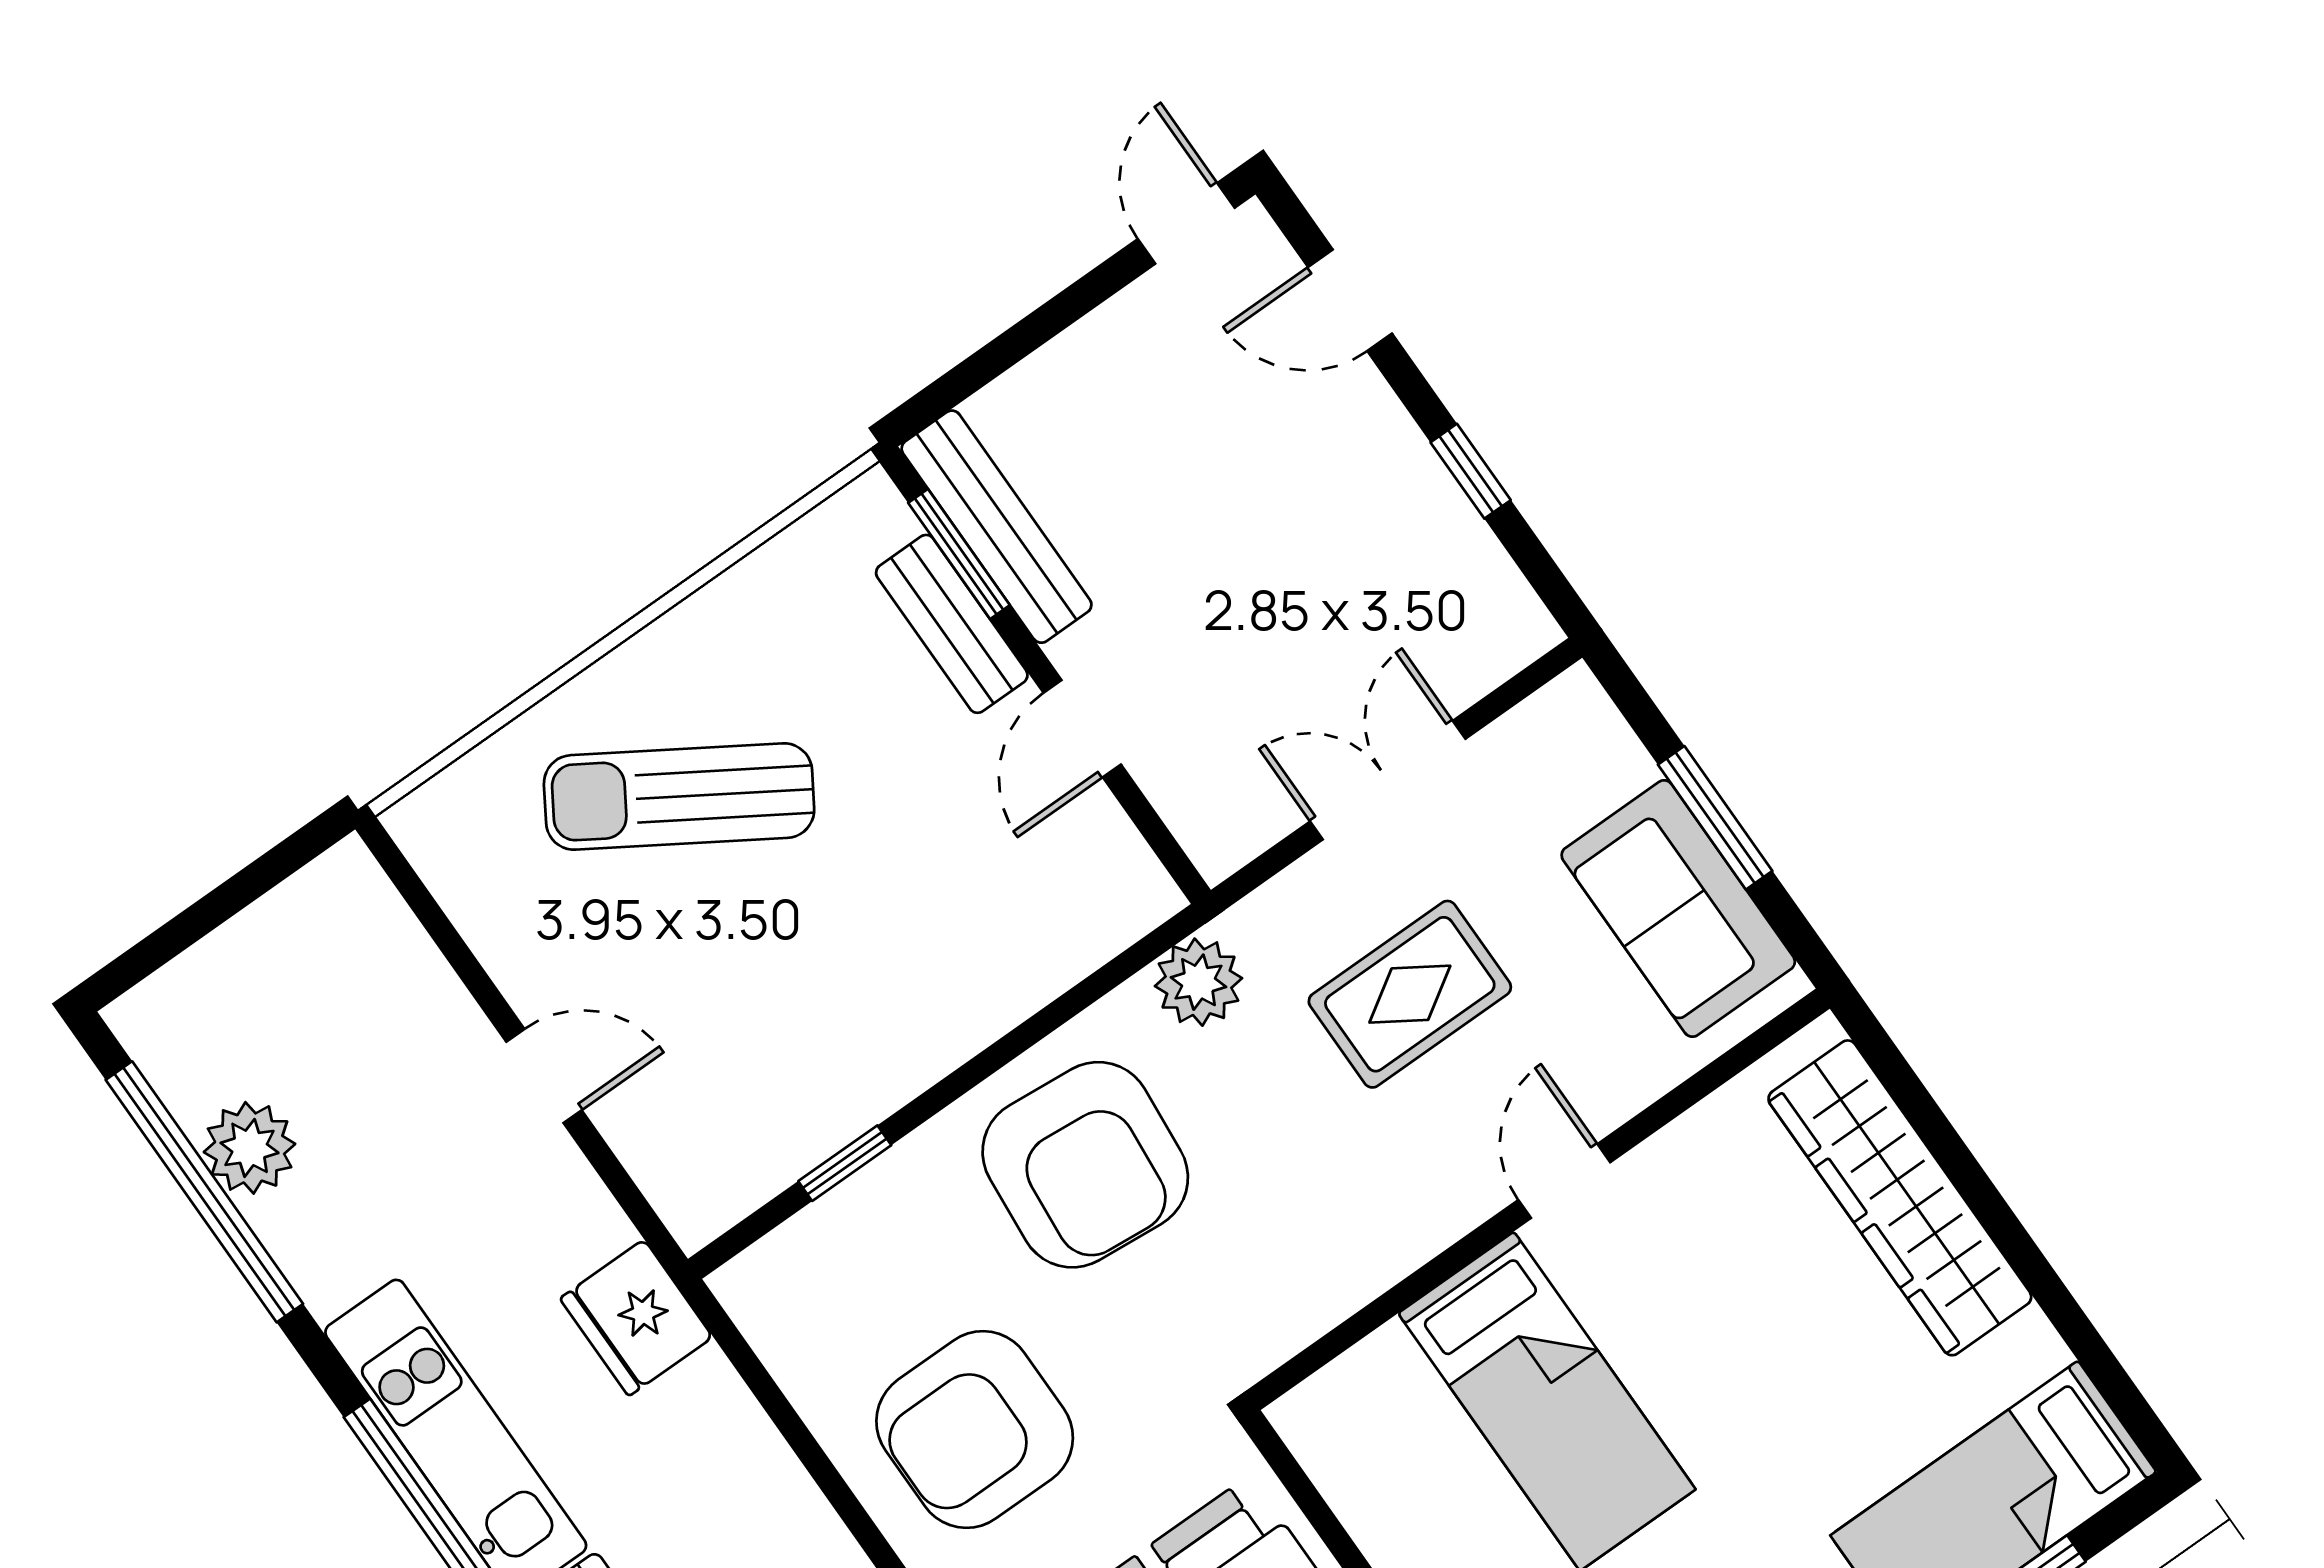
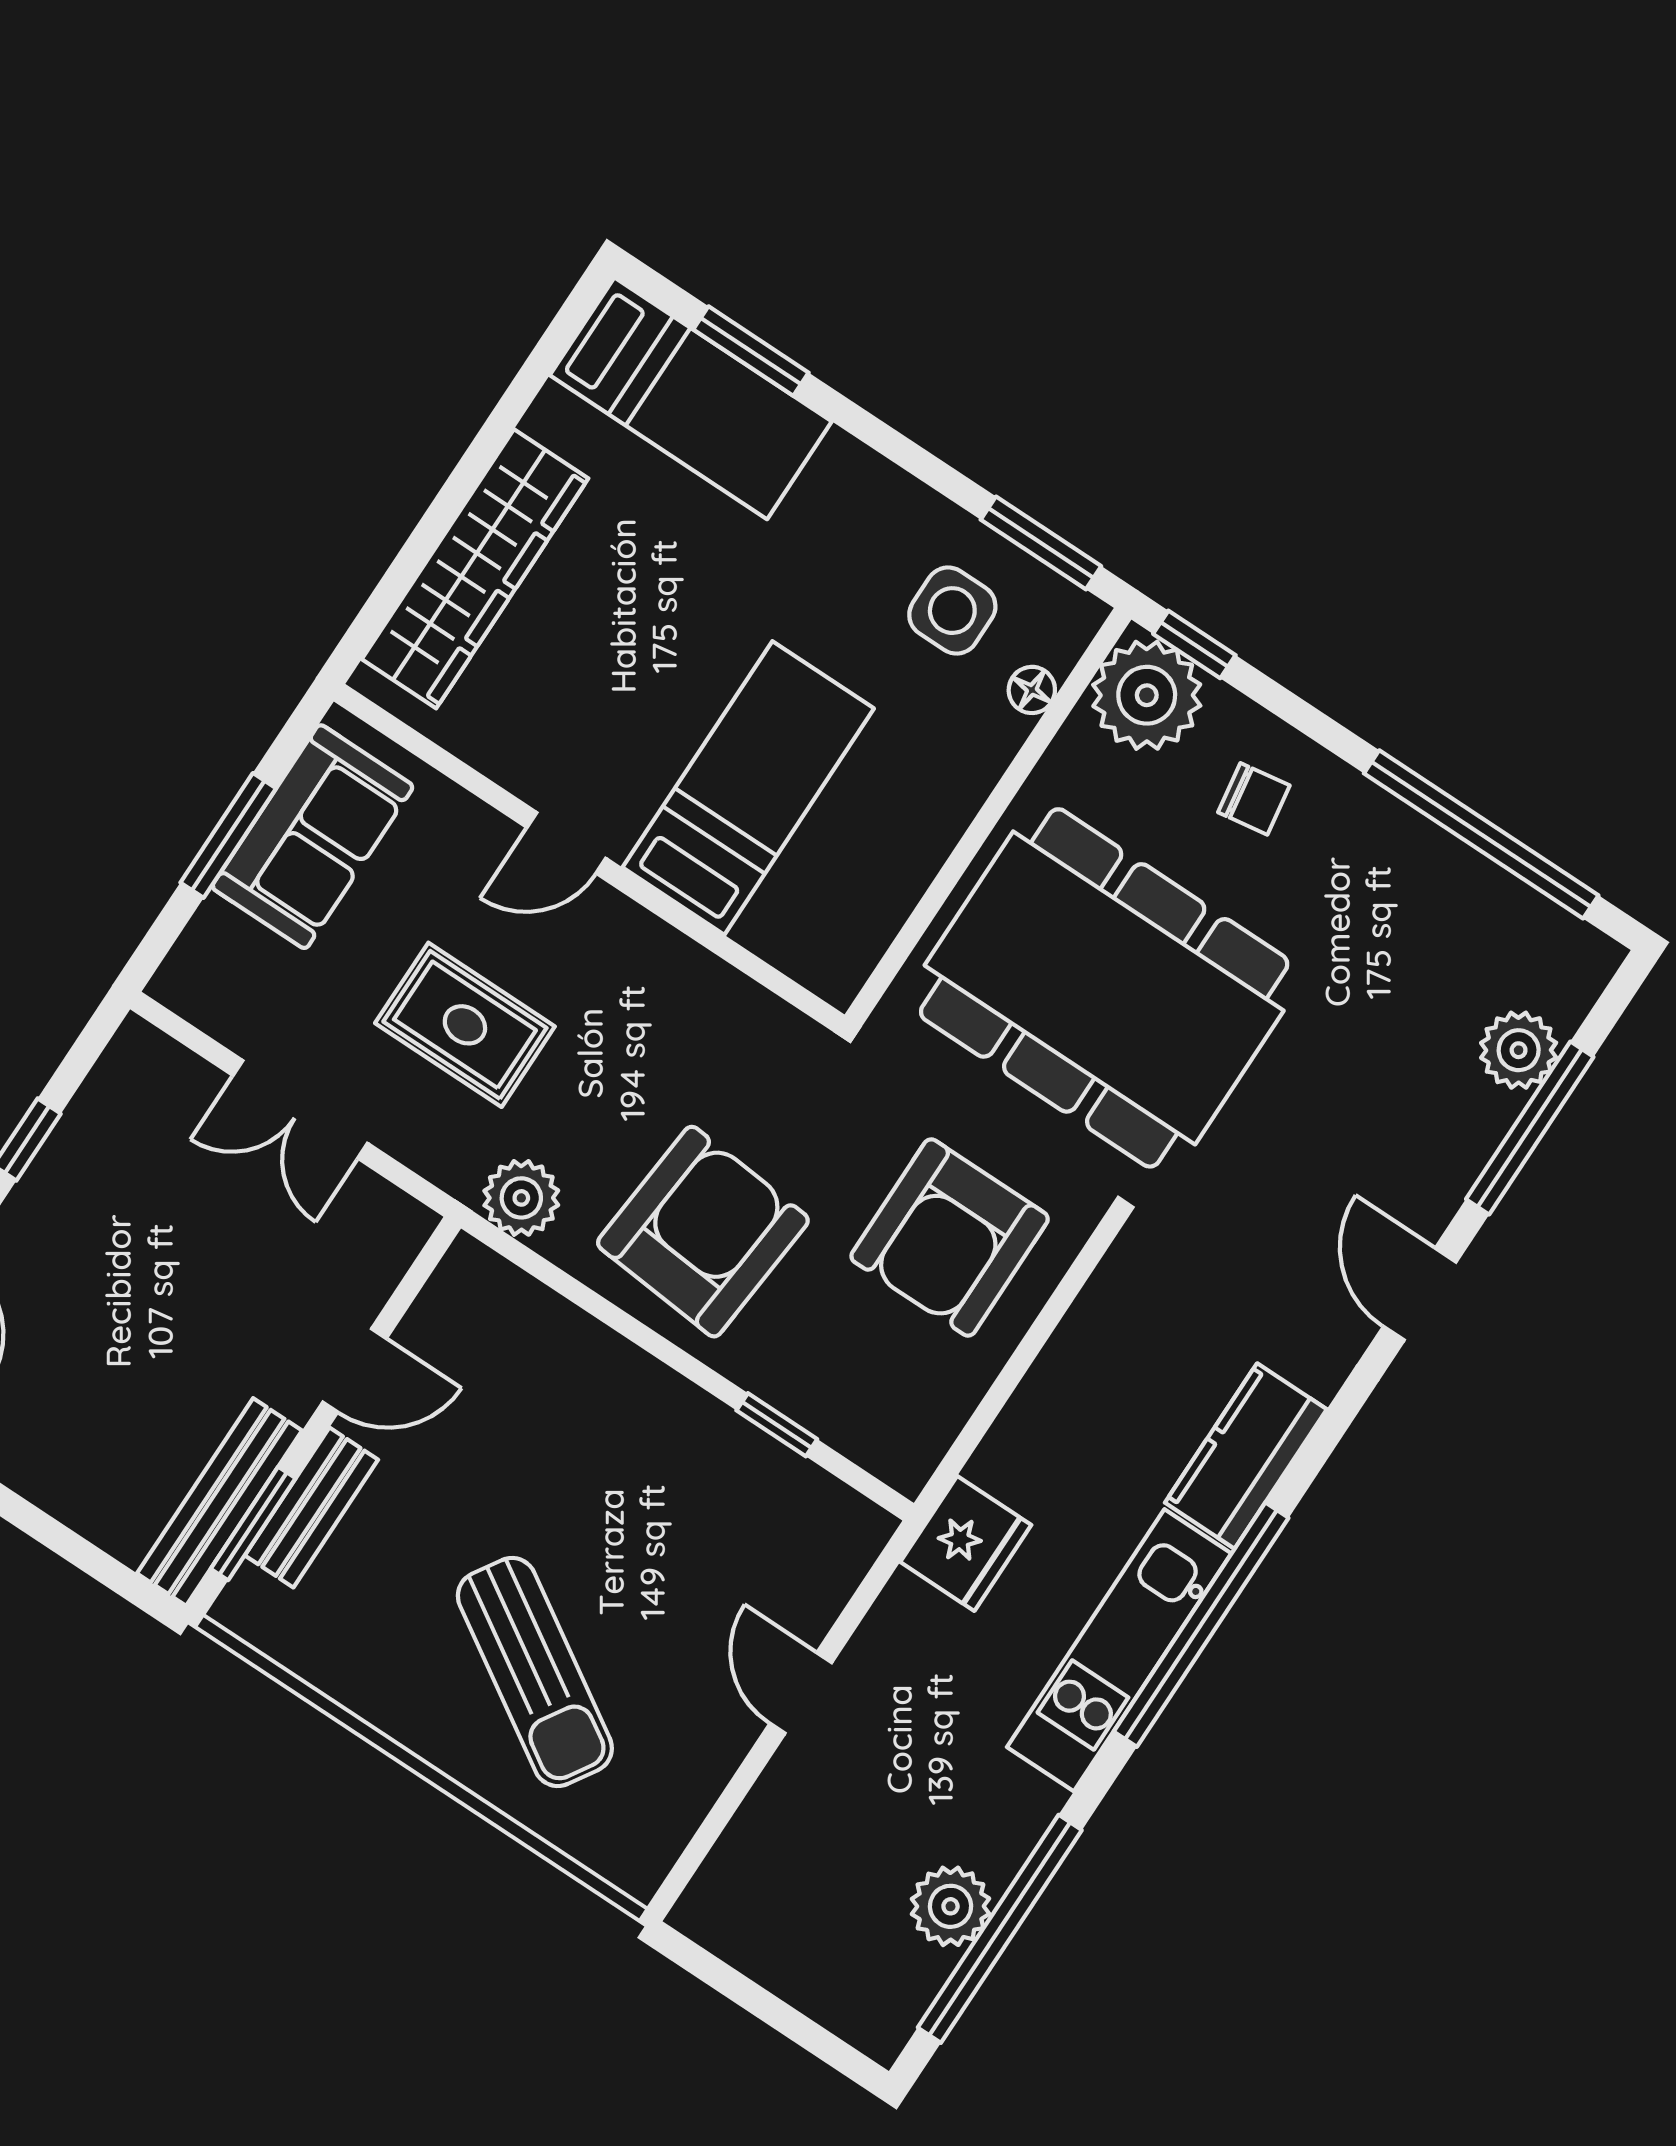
armchair: (975, 1430) -> (950, 1238), turned 90

